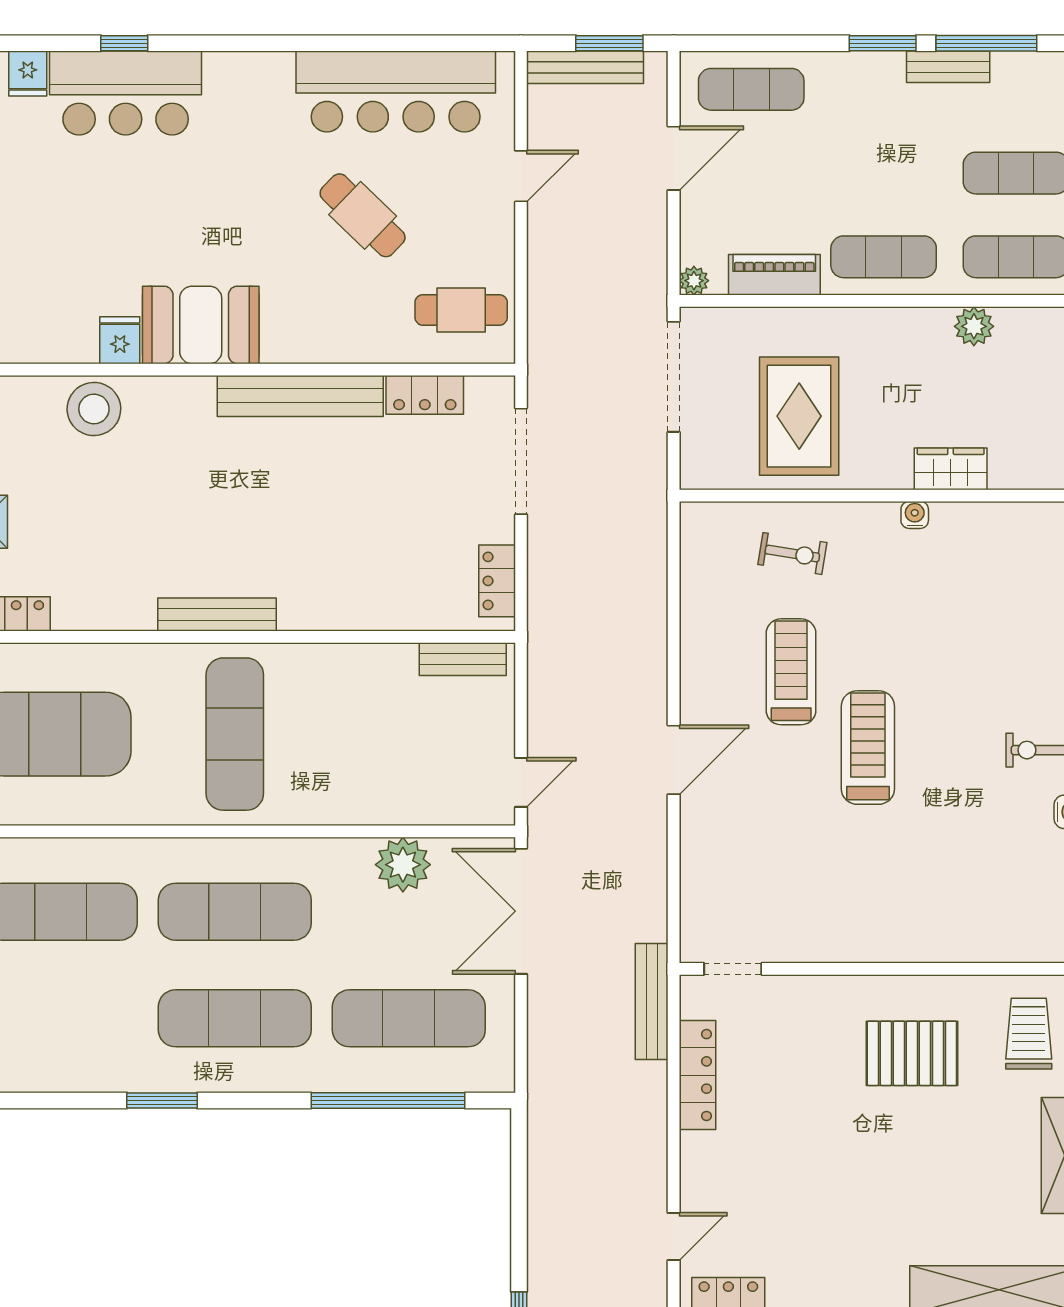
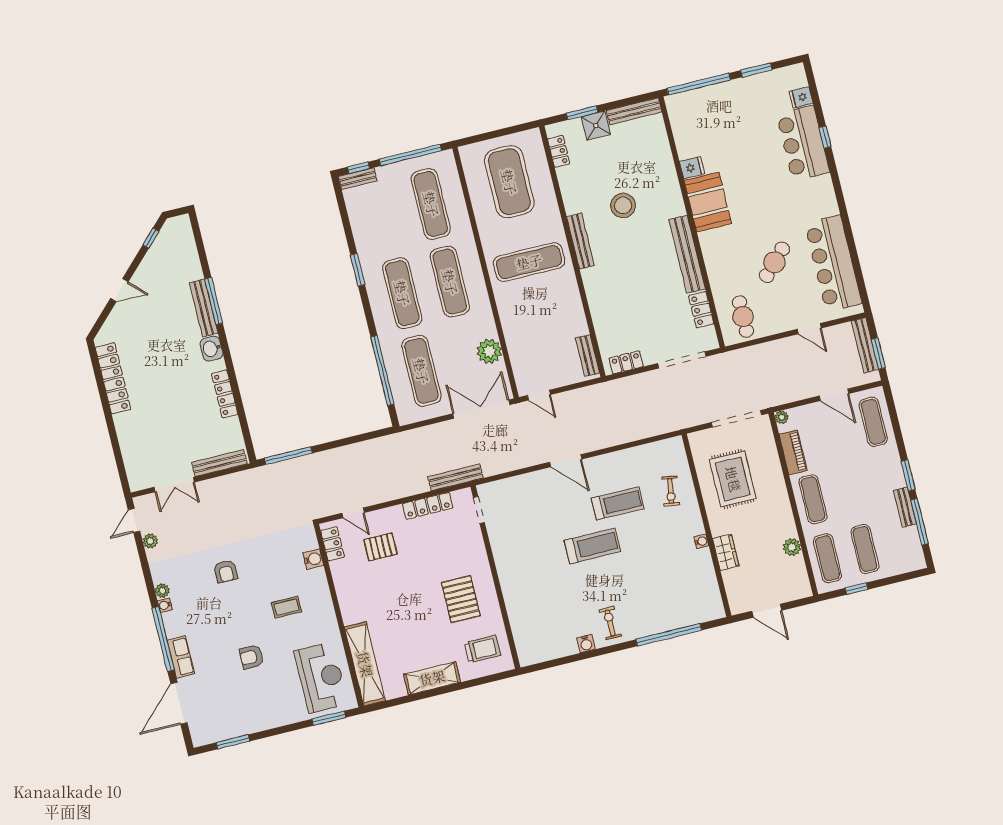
stool: (94, 409) -> (623, 205), moved
rug: (799, 416) -> (733, 479), turned 90
pallet: (760, 1196) -> (380, 547), added

